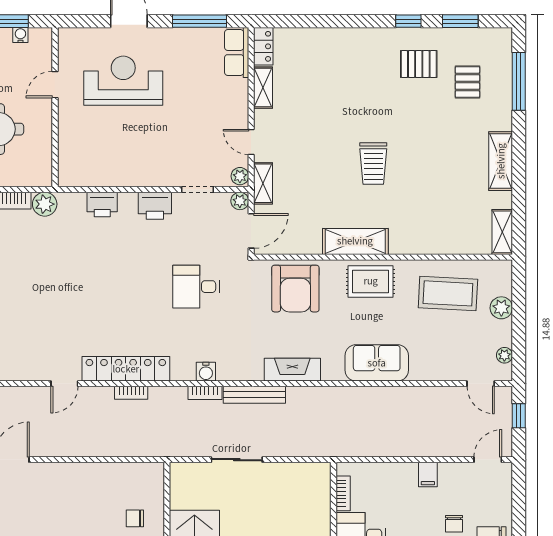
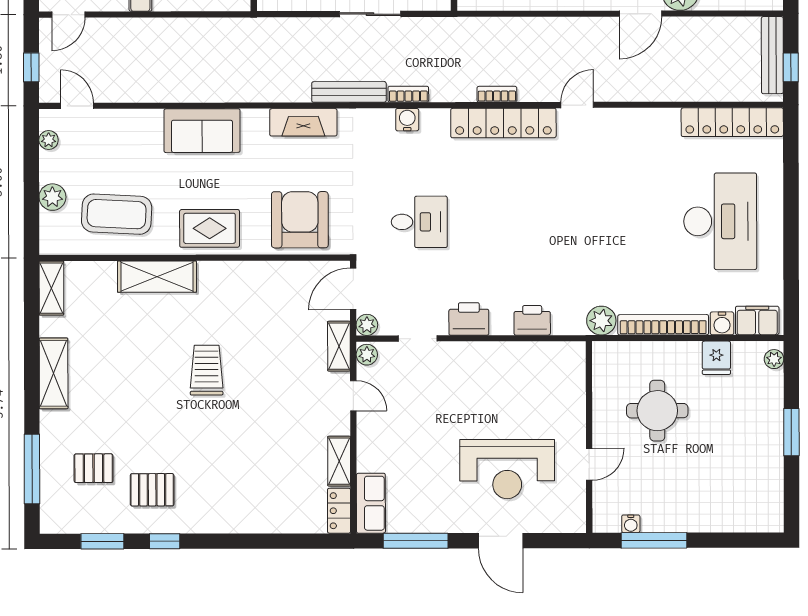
pallet: (467, 82) -> (94, 468), turned 90
shelving: (355, 241) -> (157, 277), moved

